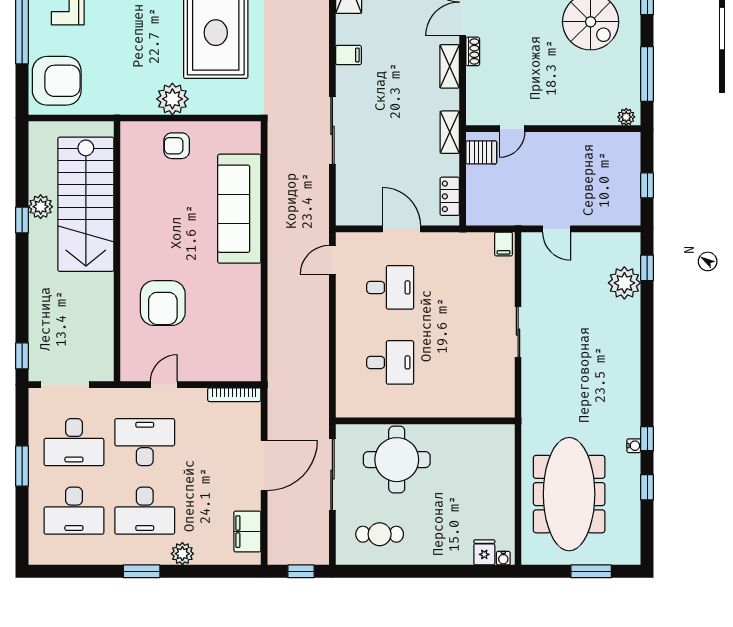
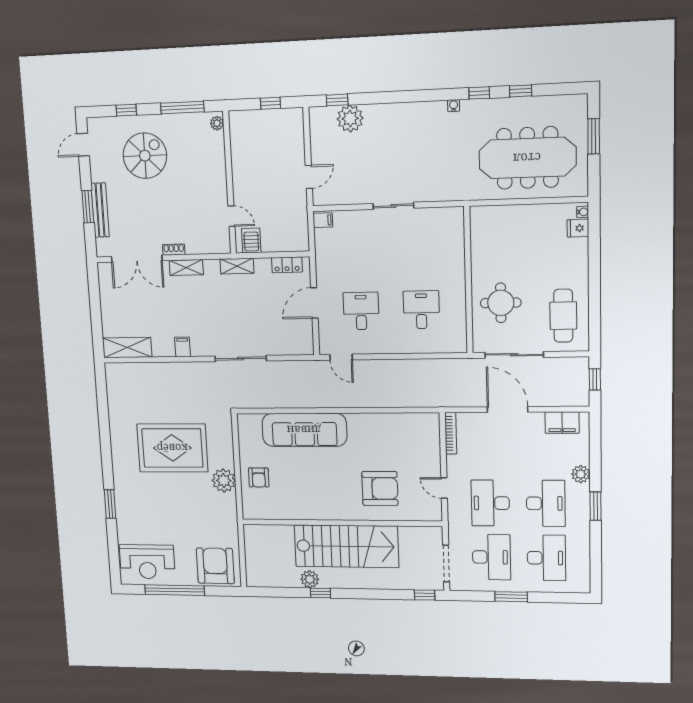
stairs: (86, 204) -> (346, 546), moved
water cooler: (634, 446) -> (454, 106), moved
round table: (397, 460) -> (501, 303), width x0.73, depth x0.73
cafe table: (380, 534) -> (563, 316), width x1.37, depth x1.35

